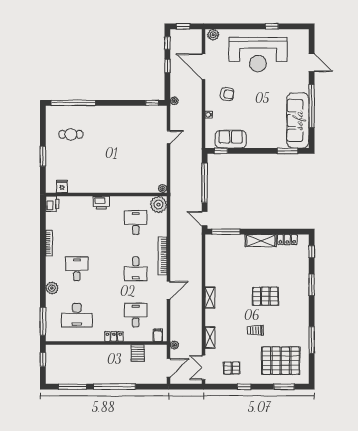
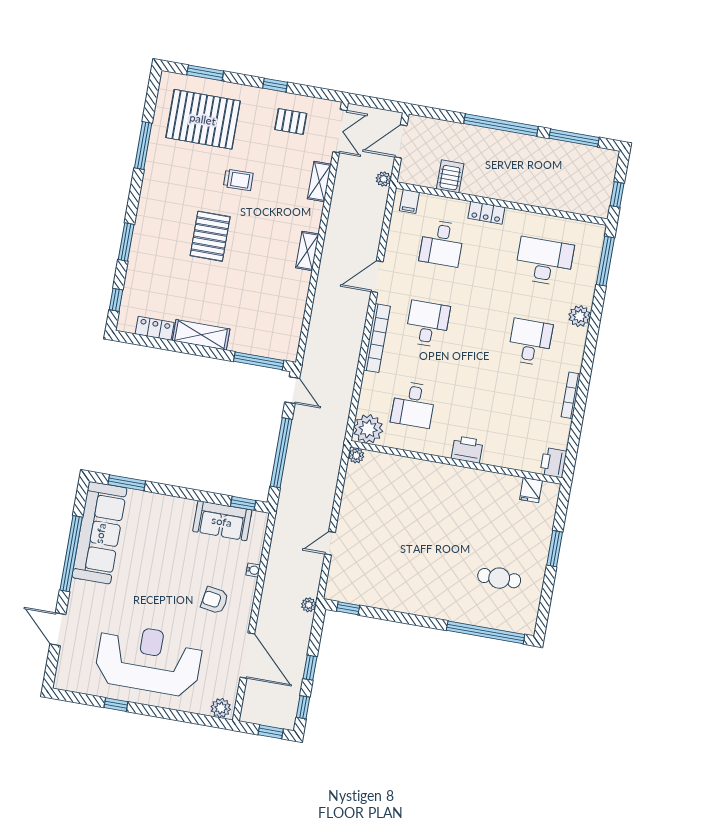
desk: (77, 269) -> (530, 342), turned 180
pallet: (265, 296) -> (210, 236), turned 90

